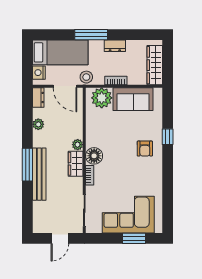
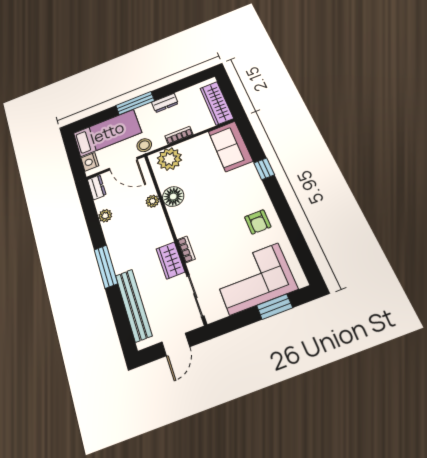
sofa: (133, 99) -> (230, 146), moved, turned 90
plant: (78, 145) -> (152, 201), moved
armchair: (145, 149) -> (258, 222), moved
floor lamp: (94, 156) -> (173, 197), moved
wardrobe: (76, 164) -> (170, 260), moved
bench: (39, 174) -> (134, 305), moved

